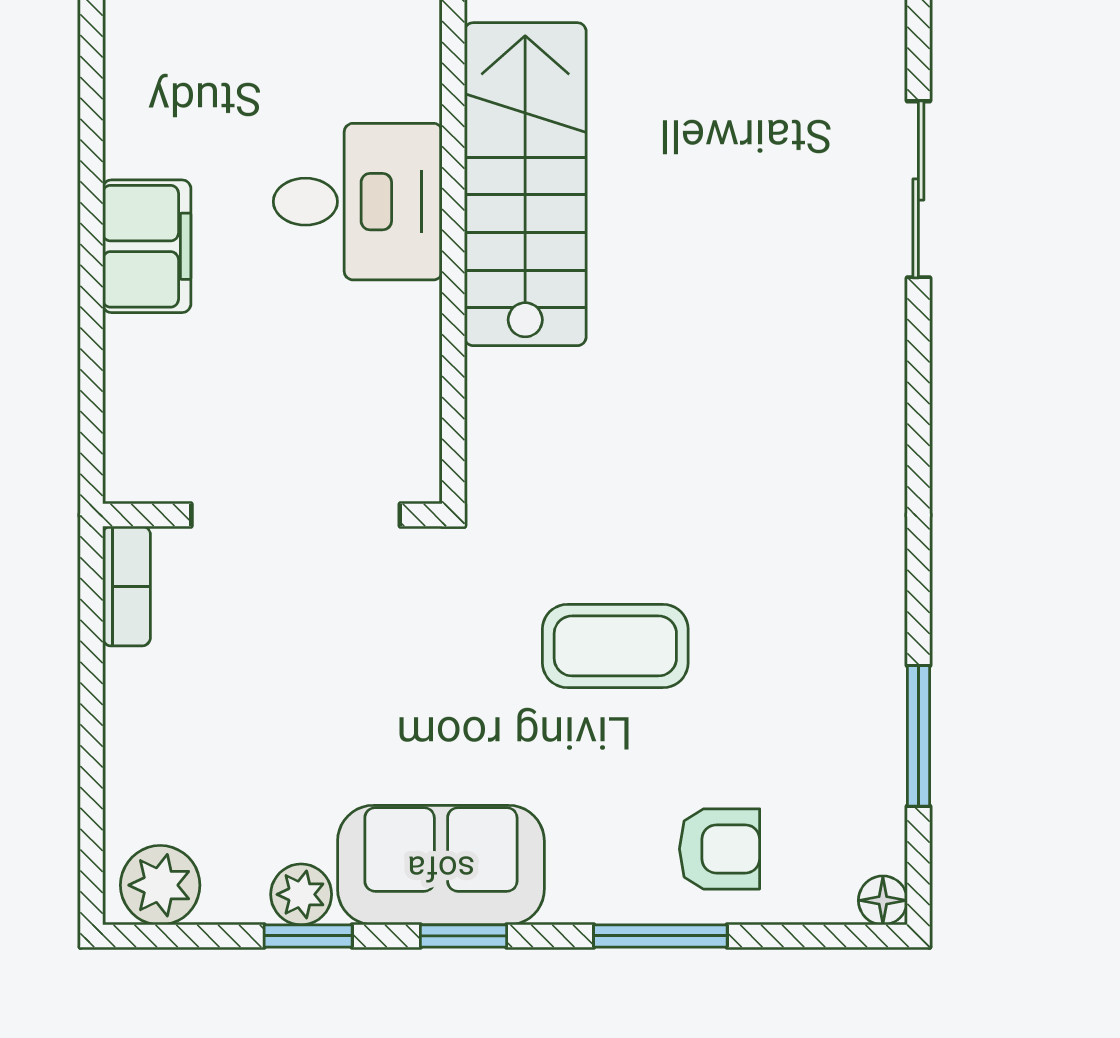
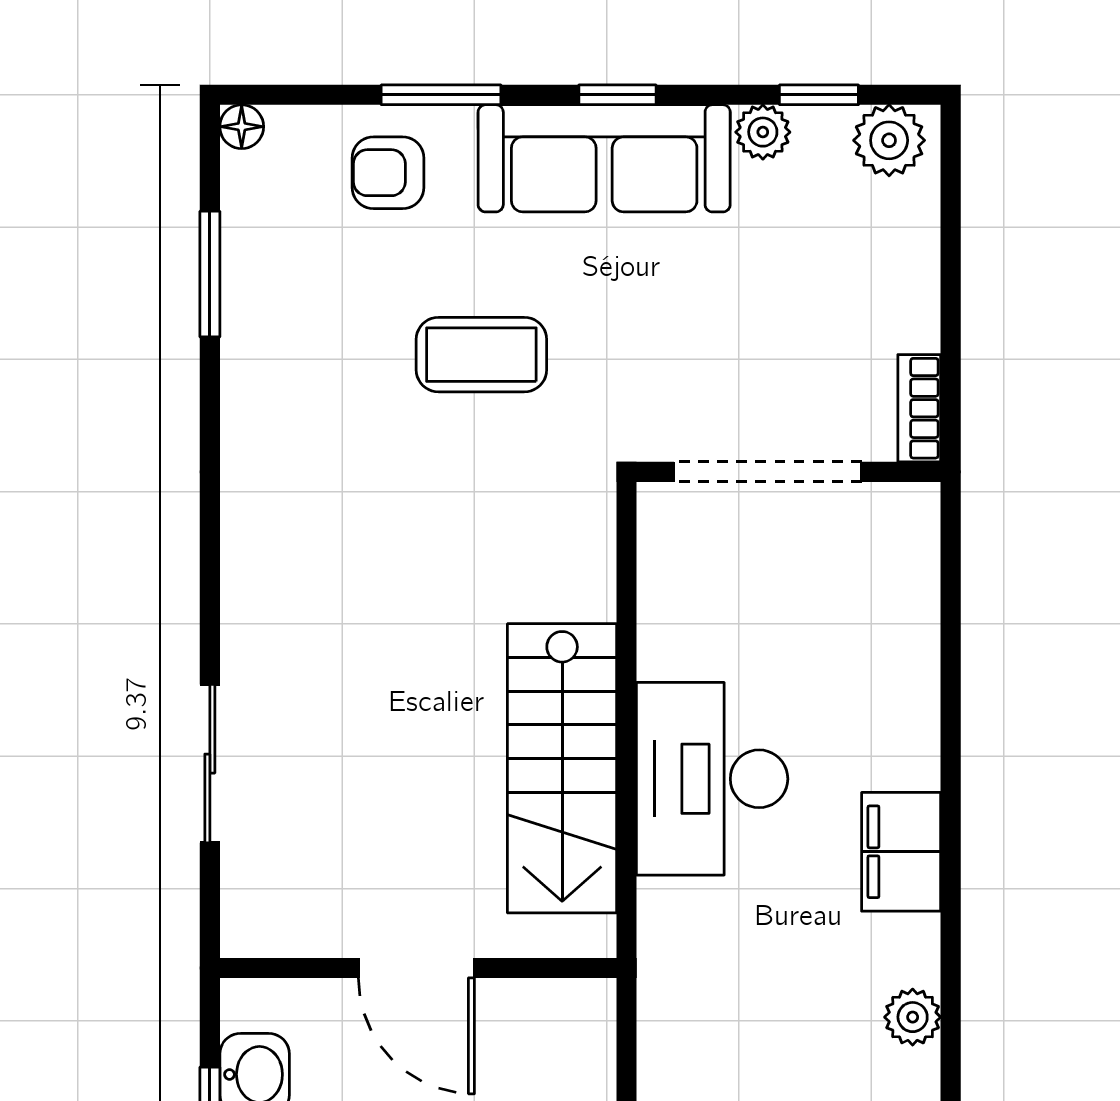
desk: (358, 202) -> (712, 779), width x1.37
filing cabinet: (147, 246) -> (901, 852), moved
sofa: (441, 865) -> (604, 158), width x1.36
window: (308, 936) -> (819, 95), moved

